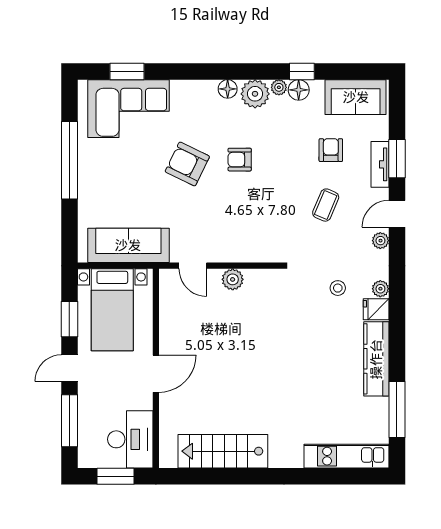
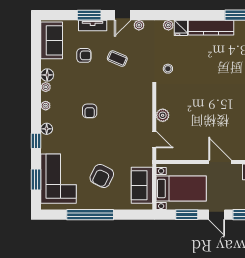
window: (302, 71) -> (36, 141), moved
floor lamp: (228, 89) -> (47, 129), moved
plant: (255, 94) -> (46, 106), width x0.53, depth x0.53
armchair: (331, 150) -> (84, 55), turned 180
armchair: (187, 164) -> (102, 176), moved
door: (397, 214) -> (123, 15), hinge flipped
sofa: (128, 245) -> (142, 185), width x0.73
door: (193, 266) -> (154, 140), hinge flipped
stool: (338, 288) -> (168, 69), moved

